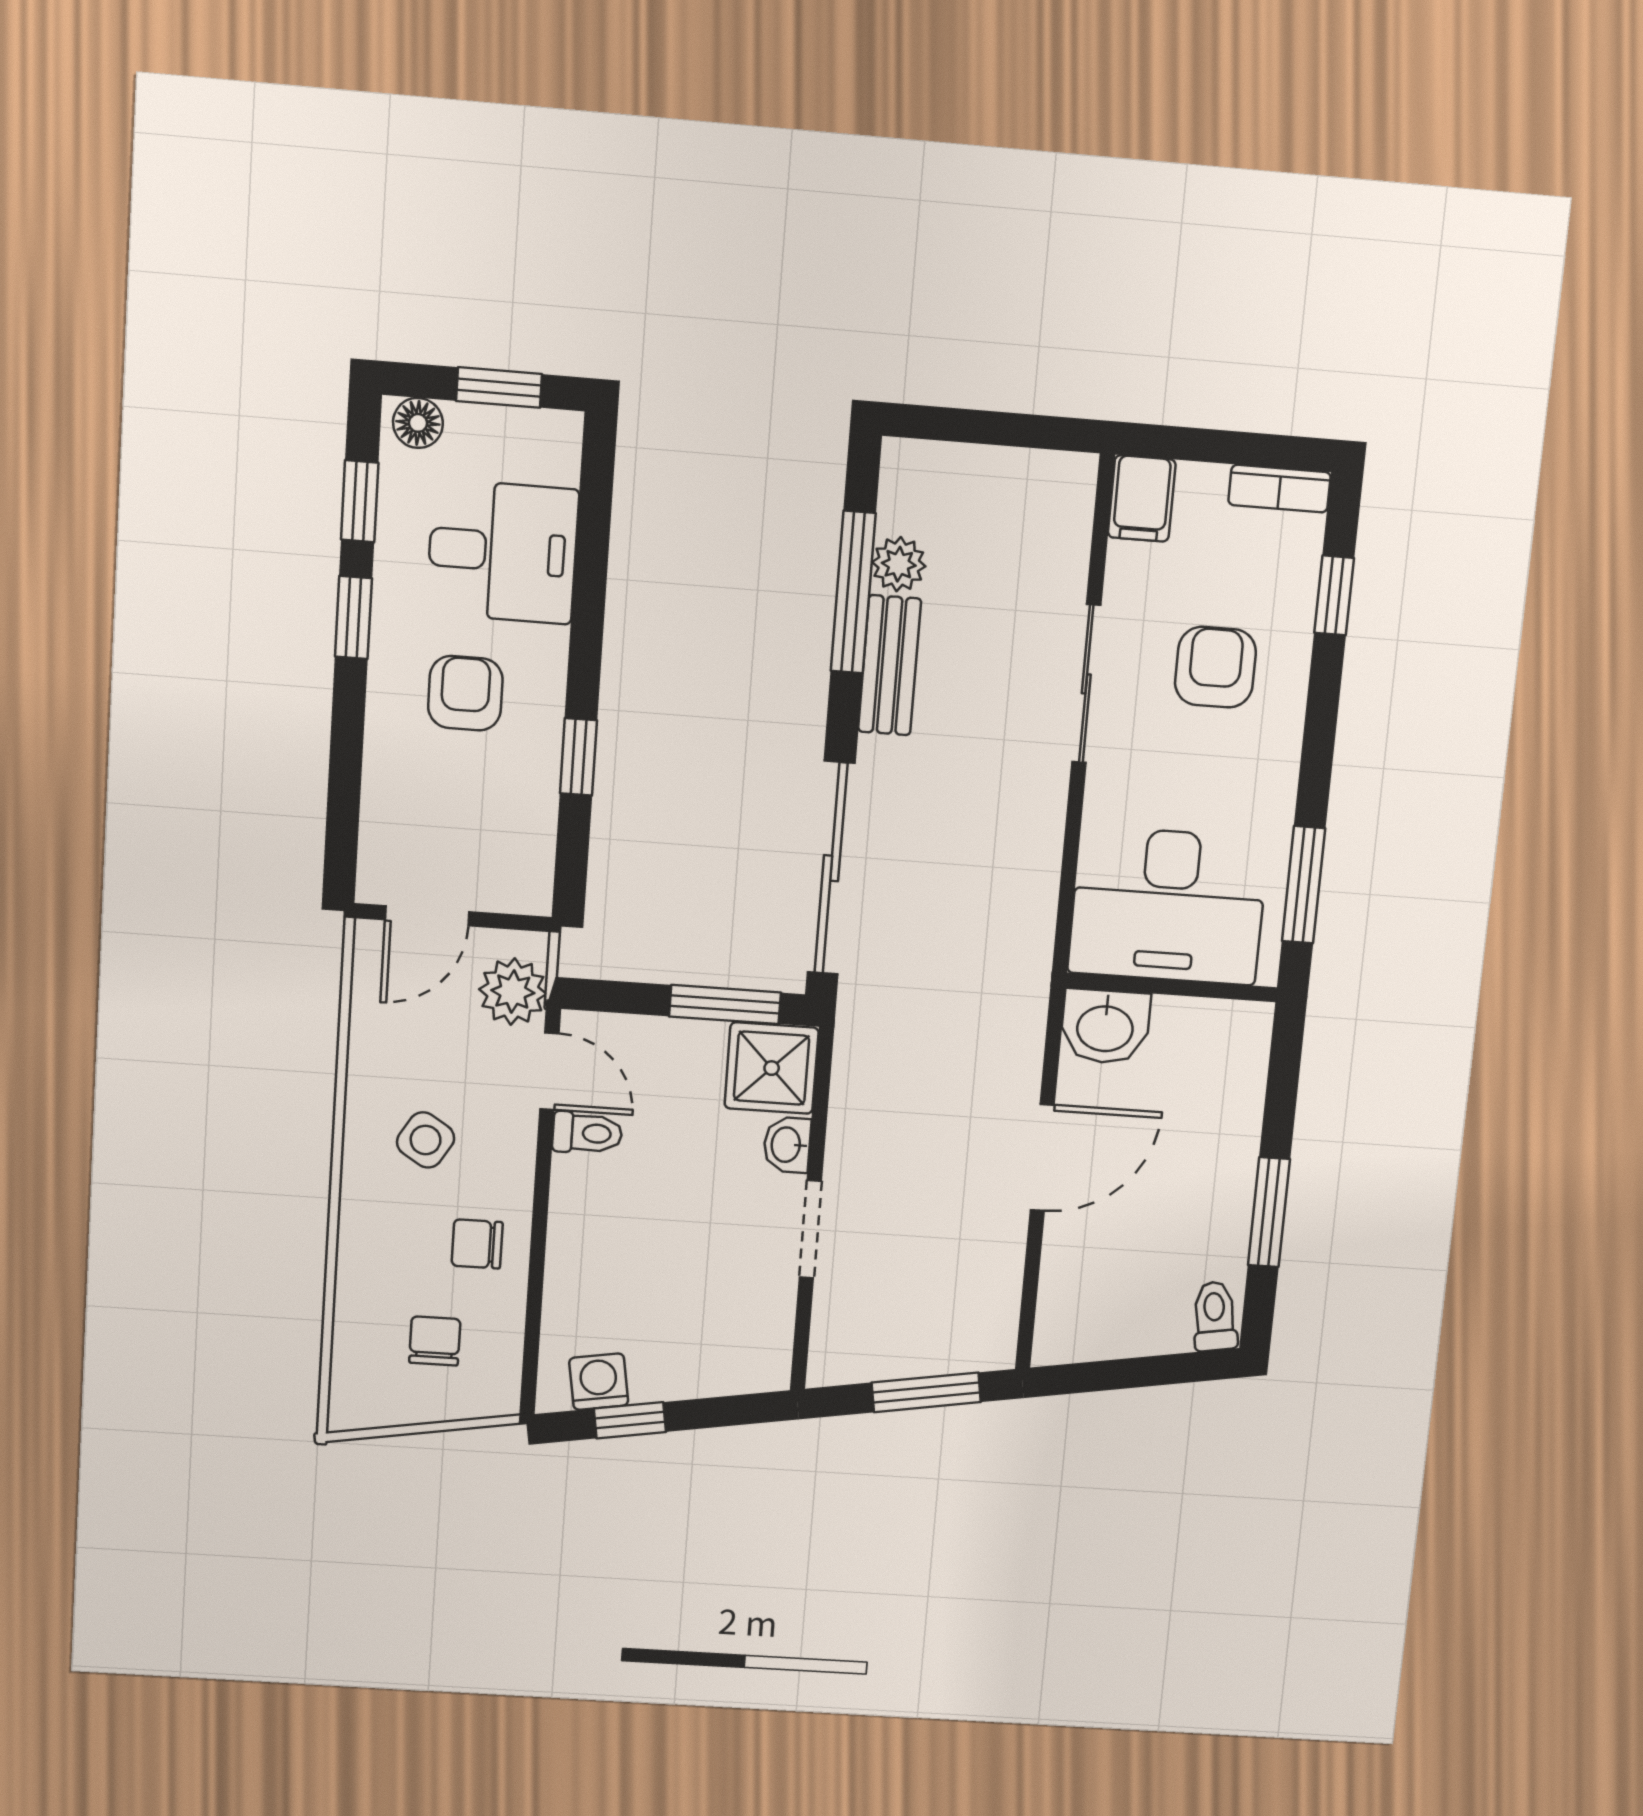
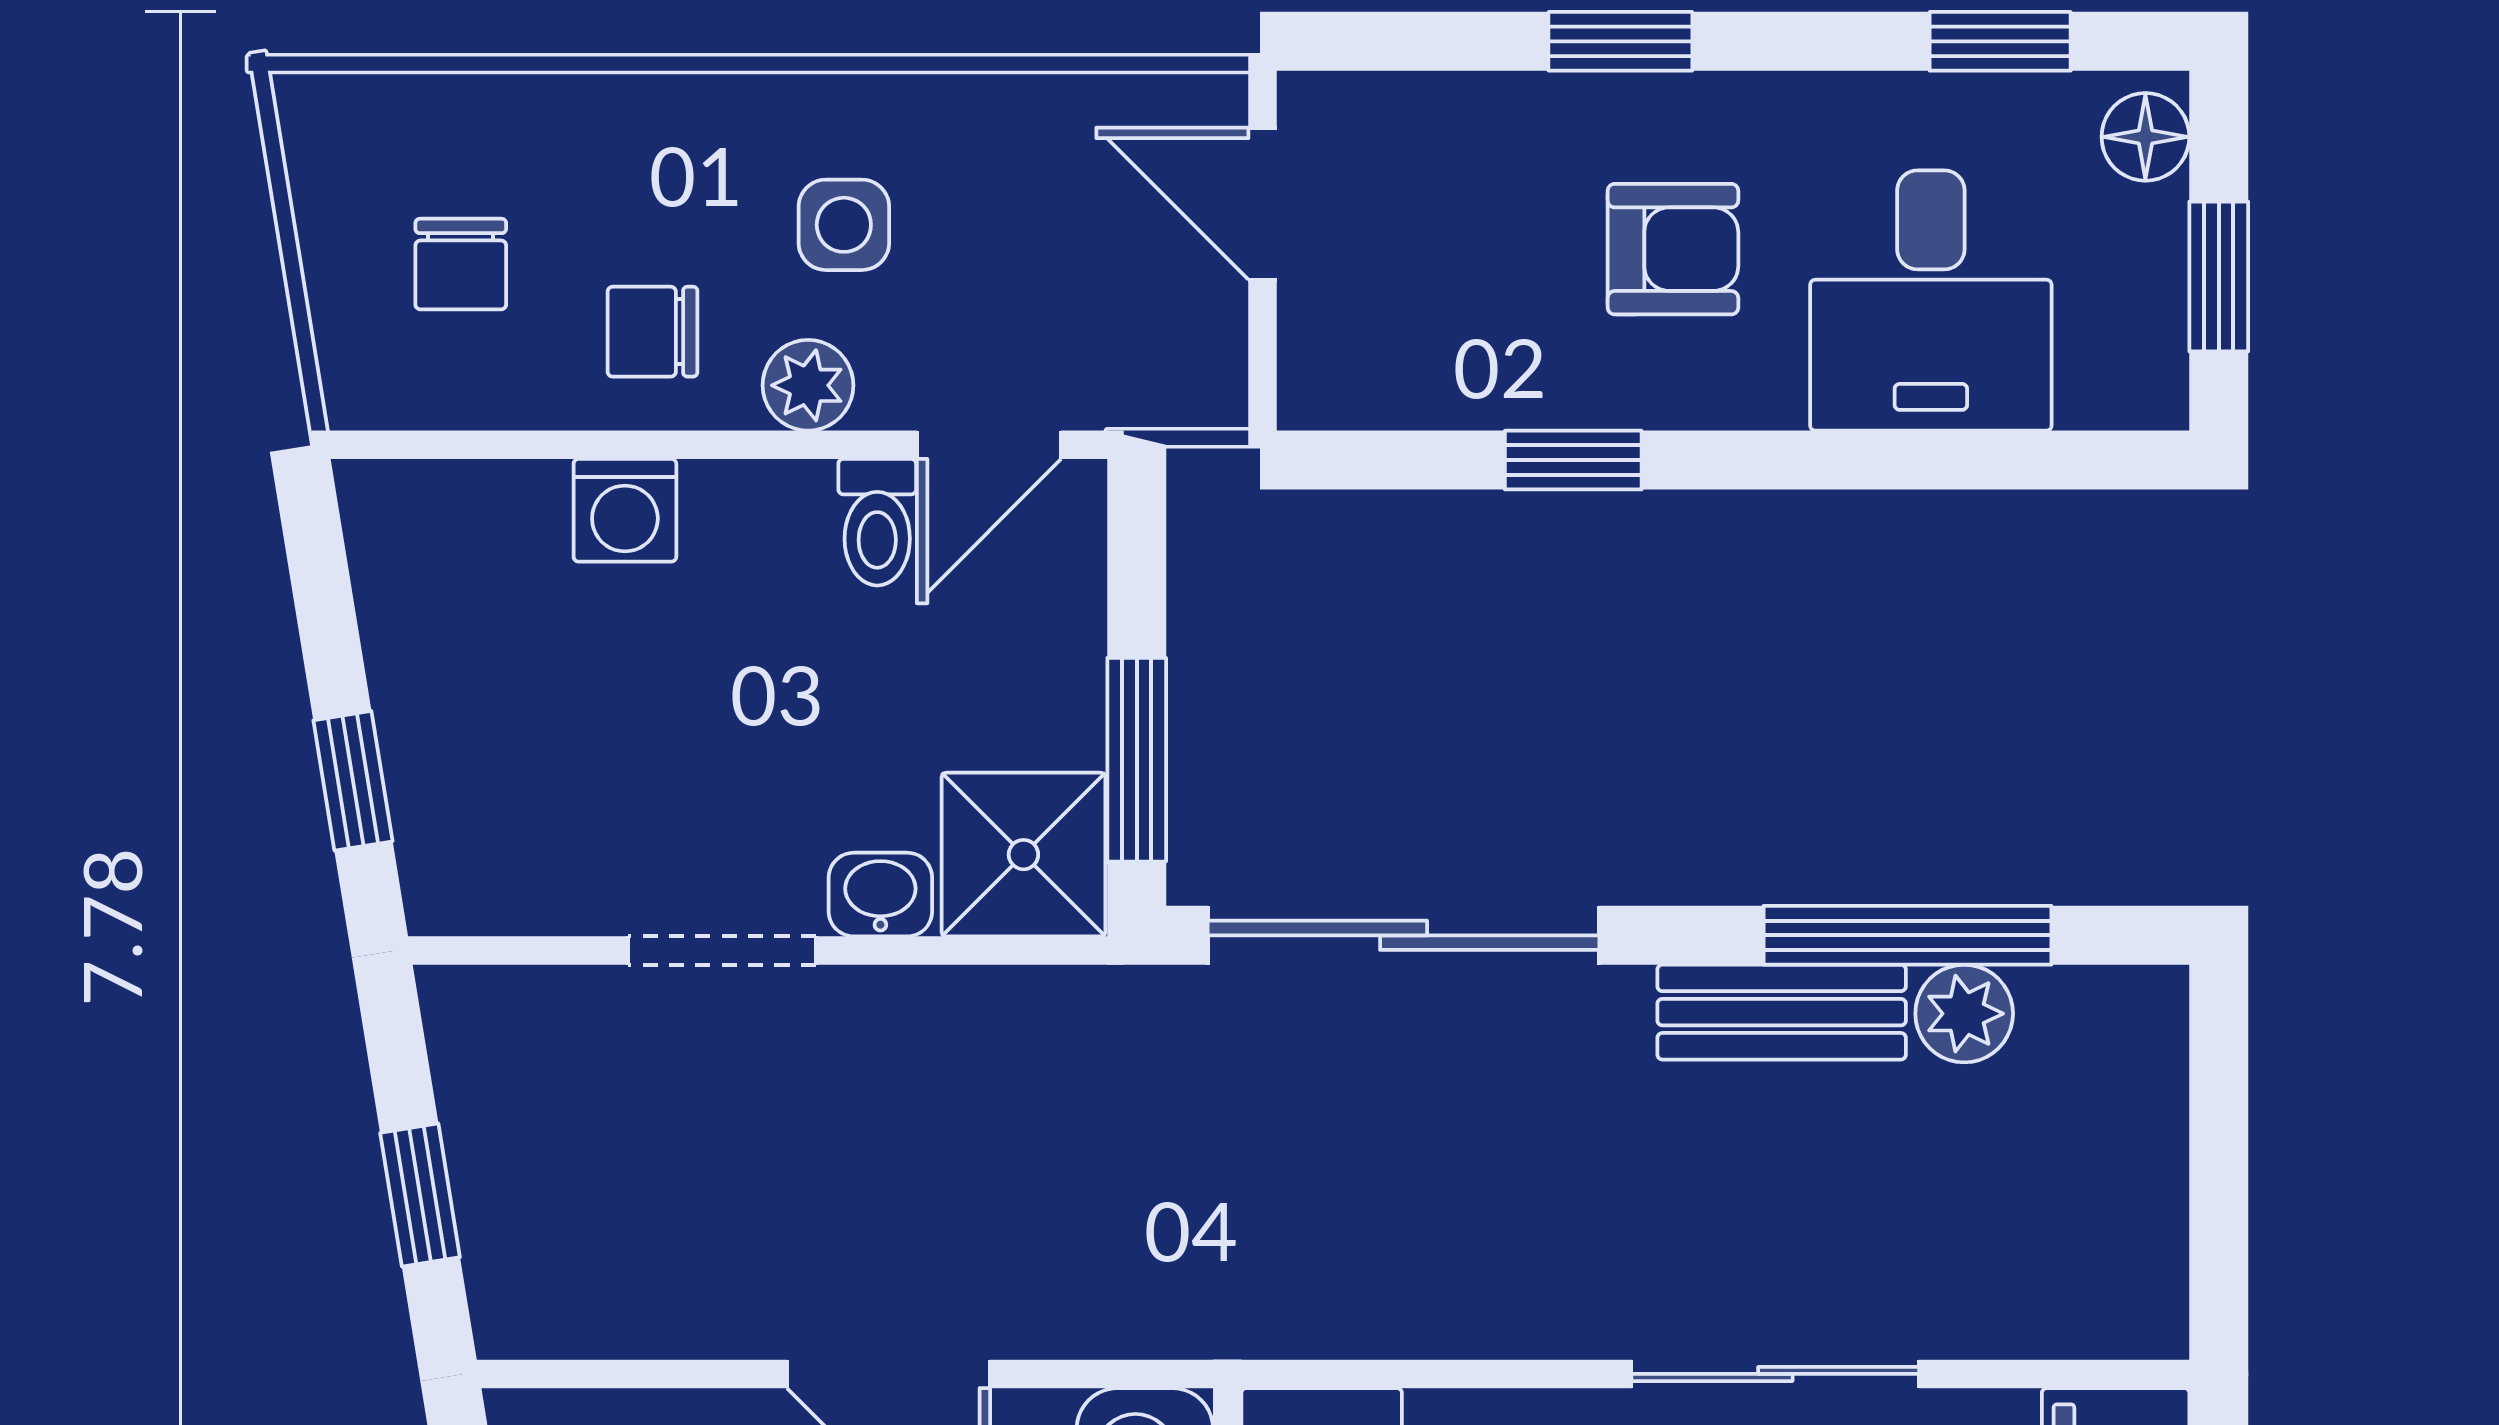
window: (353, 617) -> (1620, 41), moved
plant: (513, 992) -> (808, 385), moved, width x0.73, depth x0.73
side table: (426, 1140) -> (844, 225), turned -32
chair: (477, 1244) -> (652, 332), turned -90
chair: (435, 1341) -> (461, 264), turned 90
washing machine: (599, 1382) -> (625, 510), moved, turned 99
window: (926, 1392) -> (420, 1195), width x0.67
window: (630, 1420) -> (353, 781), moved

